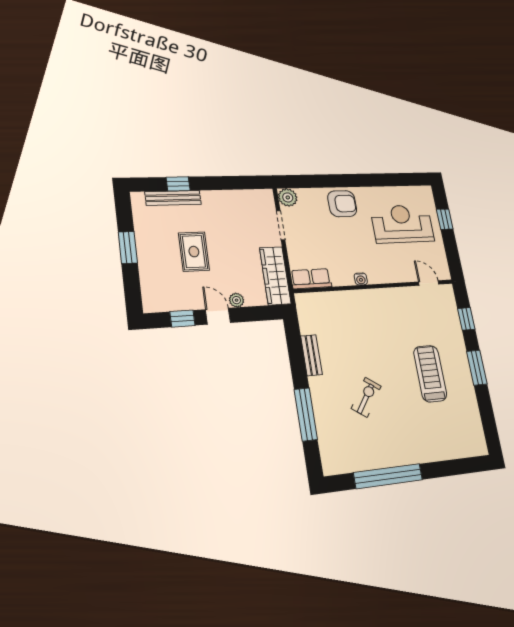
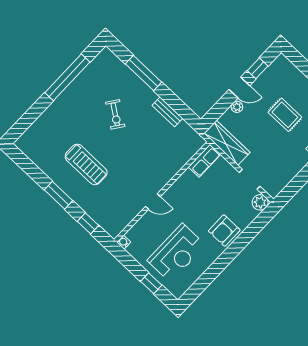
water cooler: (361, 279) -> (124, 242), moved
door: (429, 283) -> (153, 202), moved

